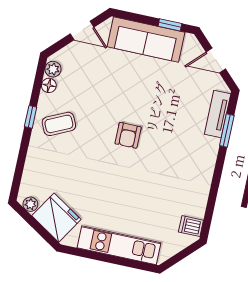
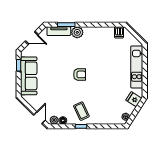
door: (82, 31) -> (39, 118), moved
door: (216, 60) -> (32, 38), hinge flipped
plant: (208, 148) -> (77, 32), added
fridge: (56, 218) -> (134, 99), width x0.53, depth x0.75

